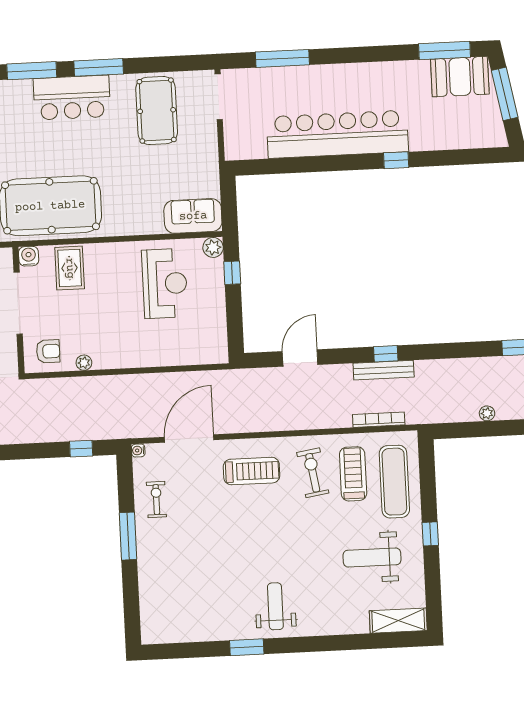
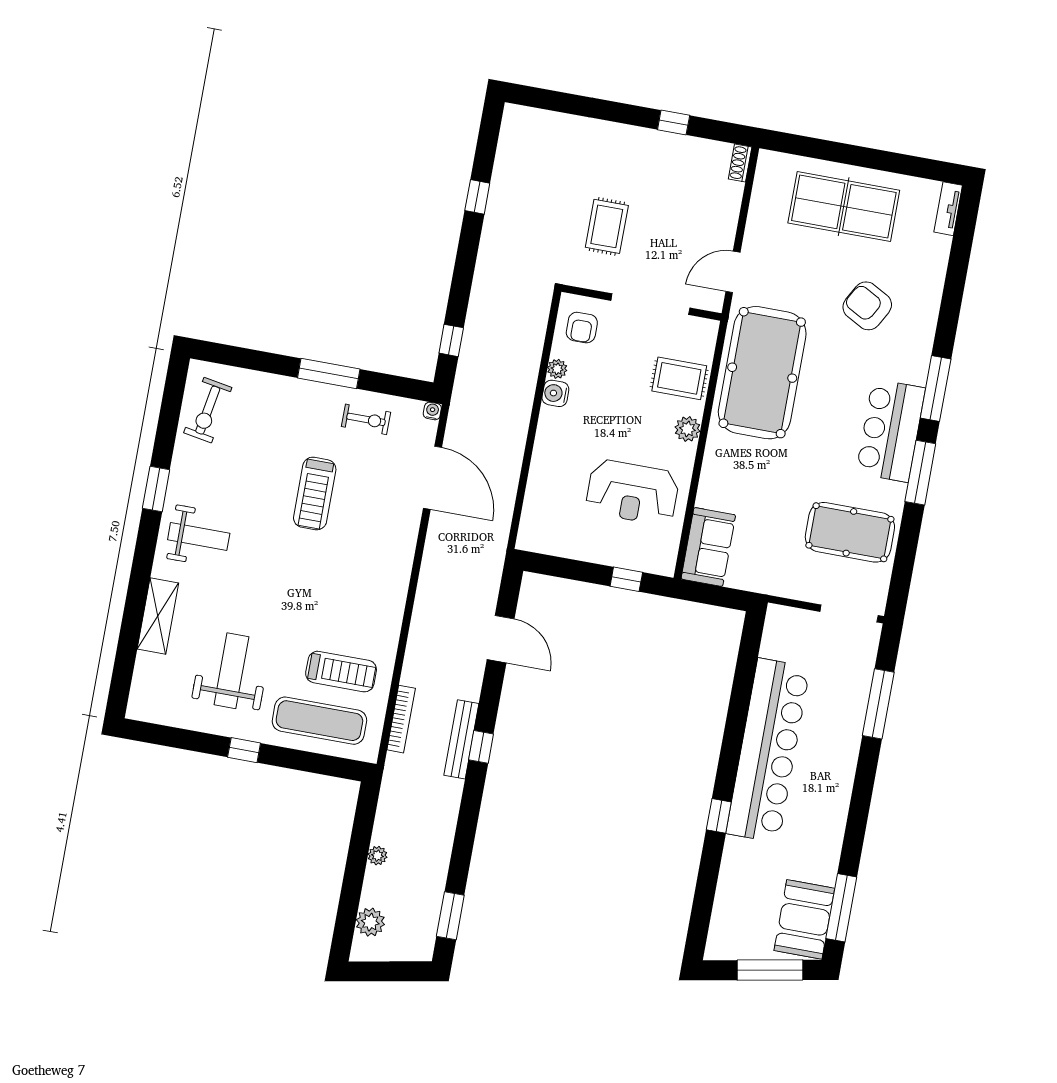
plant: (213, 247) -> (688, 429), moved
water cooler: (29, 256) -> (555, 393), moved, turned 180
treadmill: (252, 471) -> (315, 494), moved
exercise bike: (313, 473) -> (208, 410), moved, turned 109
shelving: (398, 621) -> (158, 616), moved

